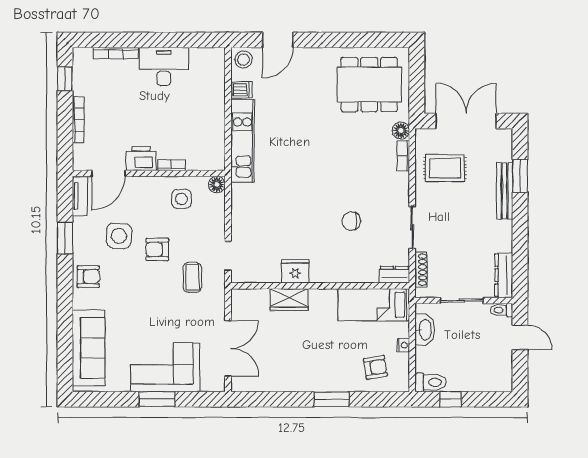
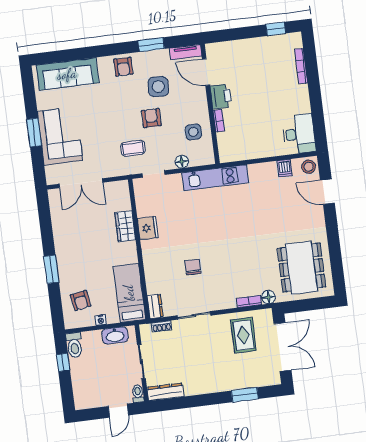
desk: (164, 66) -> (299, 134), moved
bookcase: (78, 119) -> (245, 43), removed
kitchen unit: (242, 141) -> (215, 178), moved
floor lamp: (217, 185) -> (182, 162), moved
bench: (505, 191) -> (231, 384), removed
shoe rack: (421, 270) -> (162, 326), width x0.70

